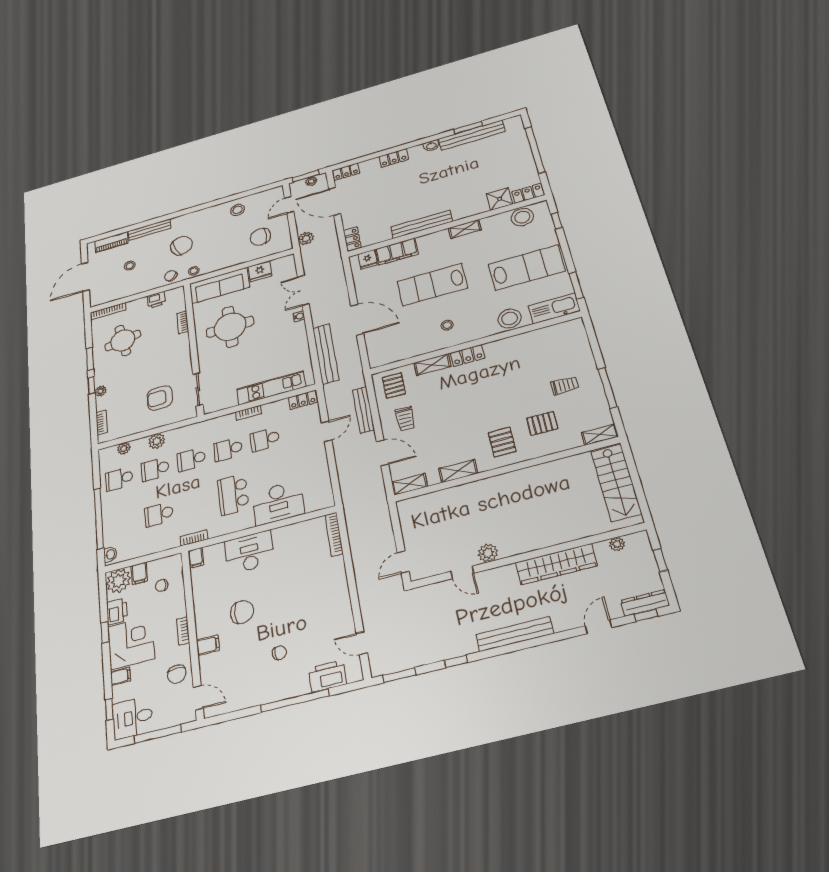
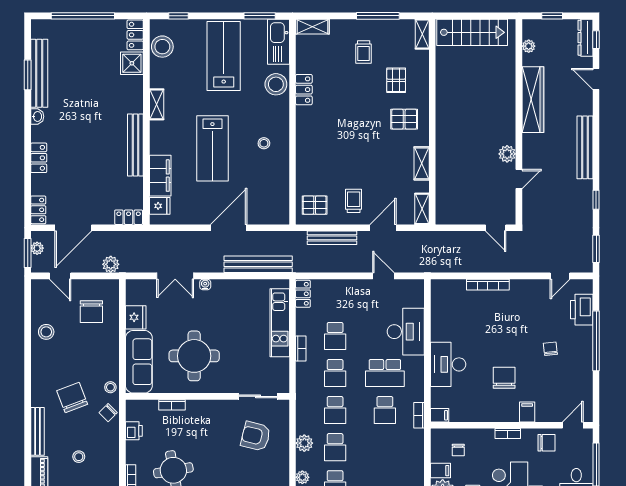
locker: (468, 355) -> (304, 90), moved
shelving: (432, 365) -> (312, 27), moved, turned 90
trolley: (565, 385) -> (364, 52), turned 180
armchair: (160, 398) -> (256, 436), turned 104
trolley: (405, 419) -> (354, 201), turned -90
door: (327, 431) -> (383, 276), moved
school desk: (159, 514) -> (385, 410), moved
bookcase: (334, 534) -> (488, 285), moved

